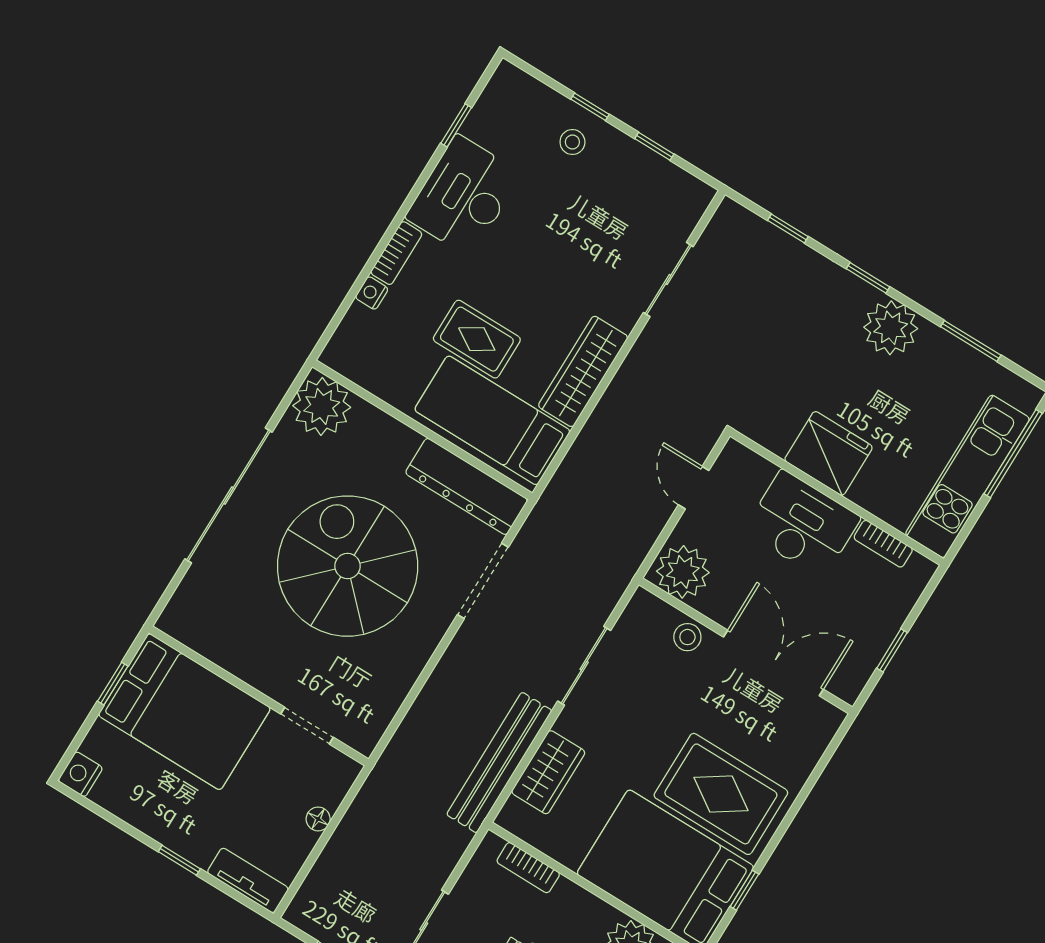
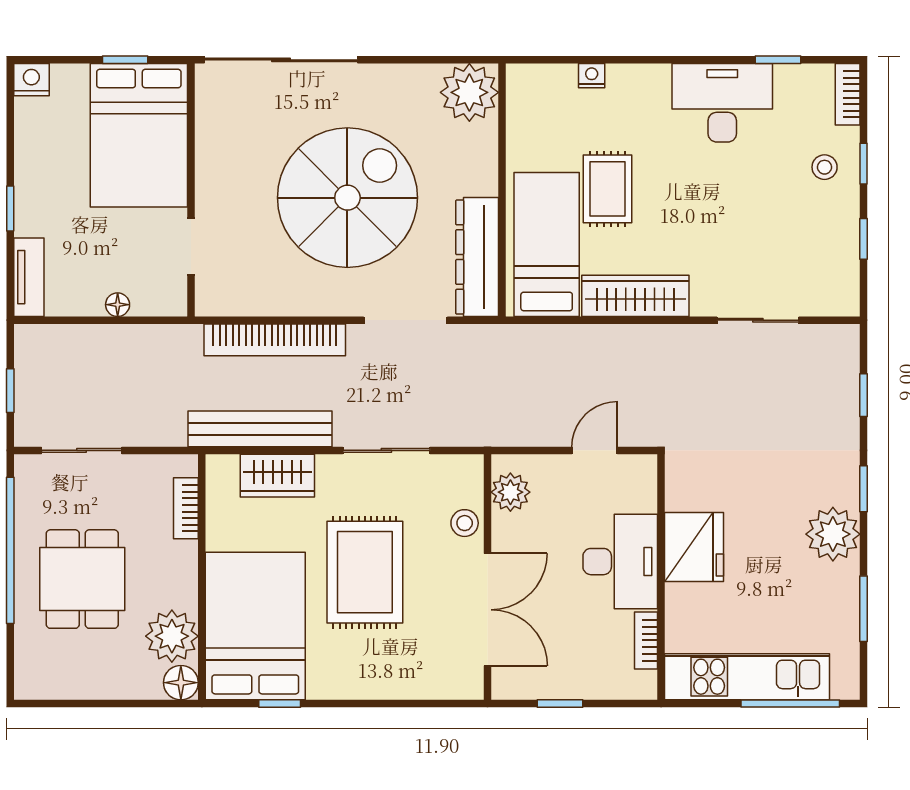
bookcase: (396, 253) -> (848, 94), moved, turned 90
sliding door: (228, 495) -> (281, 60), moved
plant: (683, 572) -> (510, 492), width x0.73, depth x0.73
bookcase: (431, 703) -> (275, 340), added
rug: (721, 794) -> (365, 572), moved

